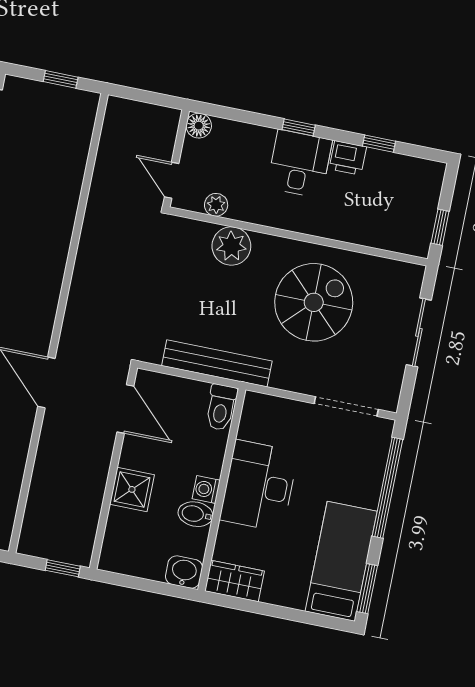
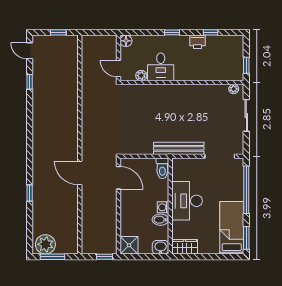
desk: (300, 164) -> (161, 67), moved, turned 180
plant: (231, 246) -> (234, 89), moved, width x0.53, depth x0.53
spiral stairs: (314, 302) -> (195, 111), removed
bench: (217, 363) -> (179, 148), moved
shower: (132, 489) -> (129, 245), moved

